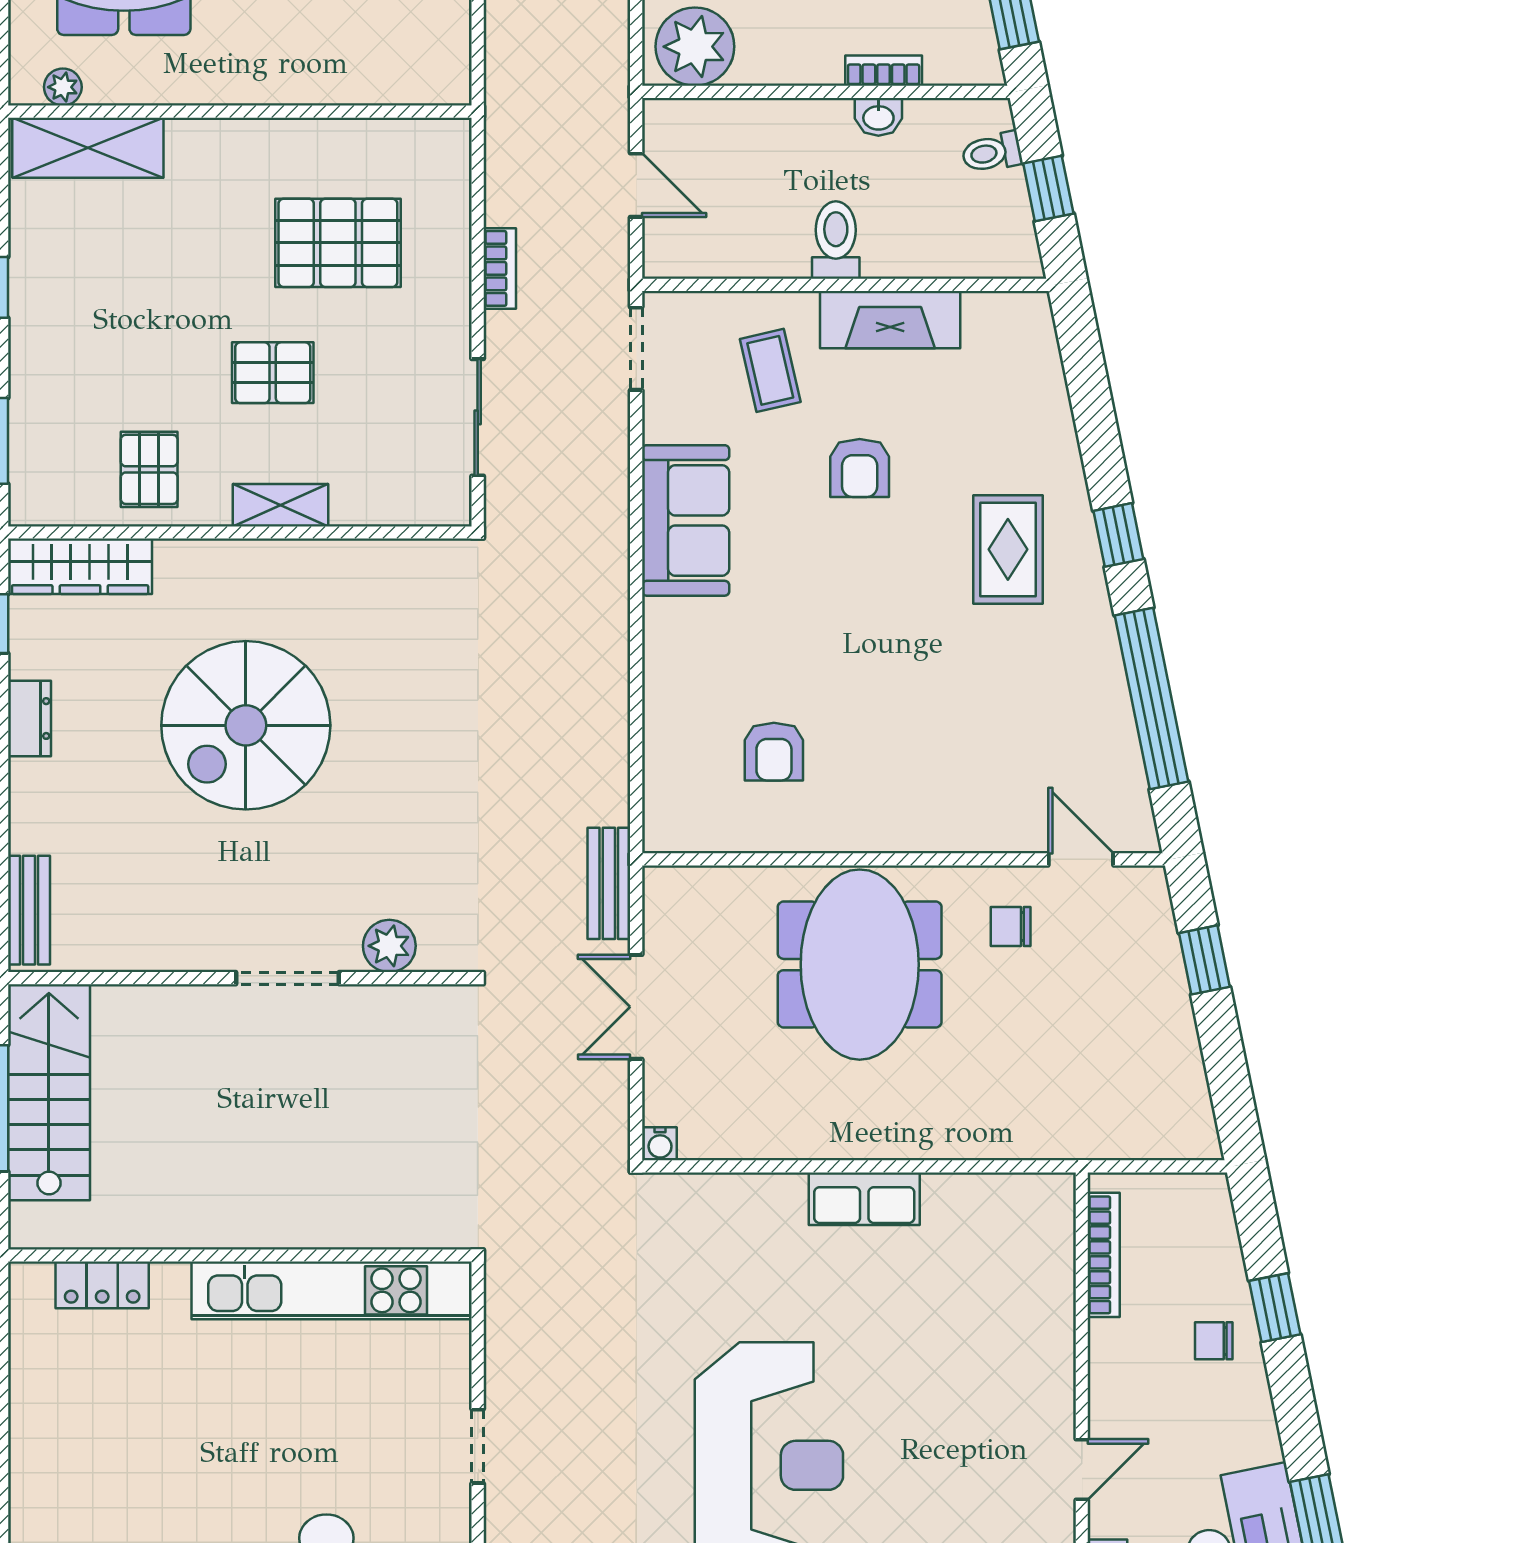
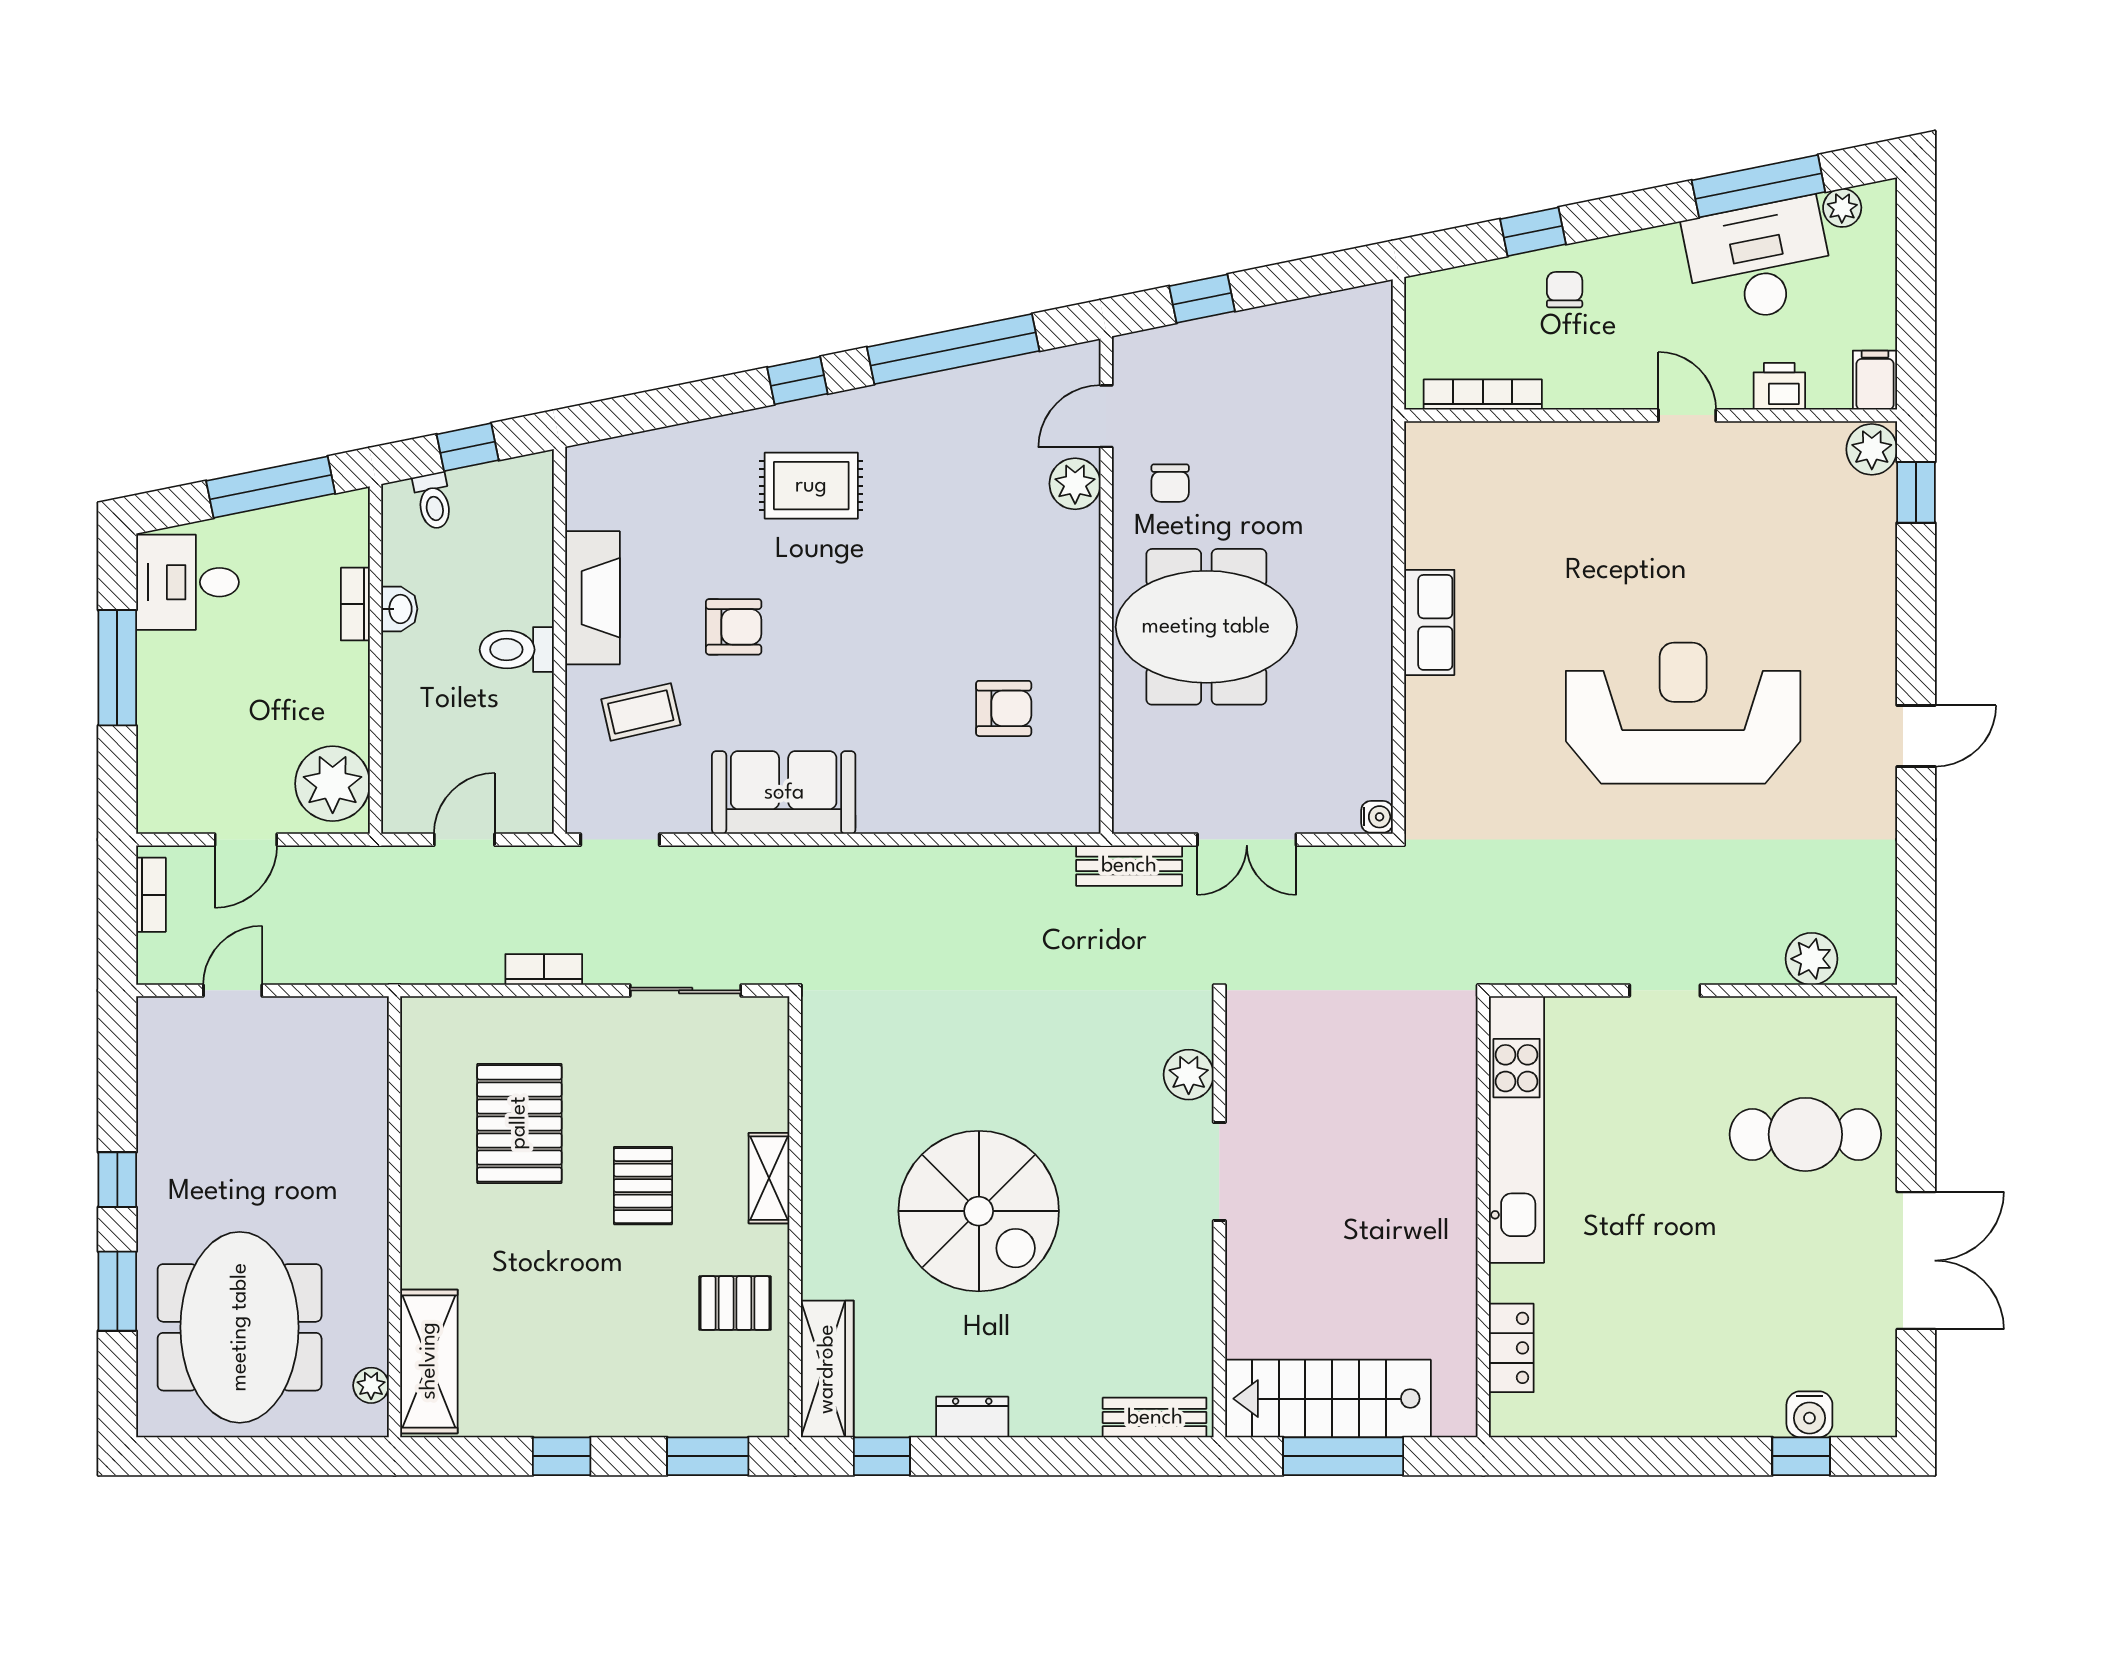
plant: (1010, 827) -> (1075, 484), added
chair: (1214, 1341) -> (1565, 290), turned 180

